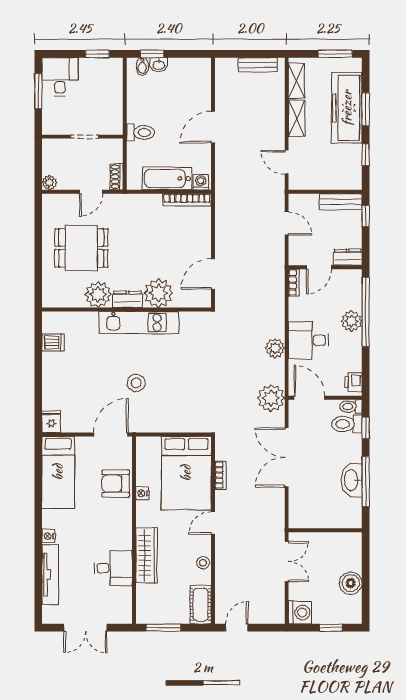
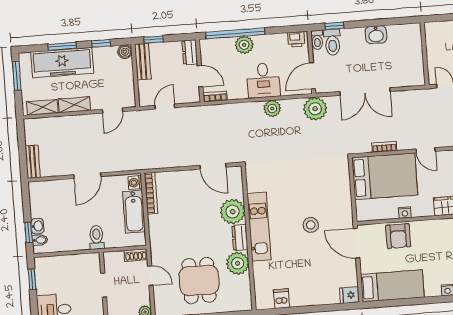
bench: (258, 65) -> (33, 162), moved
door: (213, 127) -> (87, 176), hinge flipped
boiler: (354, 182) -> (125, 52), added
washbasin: (352, 480) -> (376, 35), width x0.72
window: (366, 482) -> (381, 22), removed

